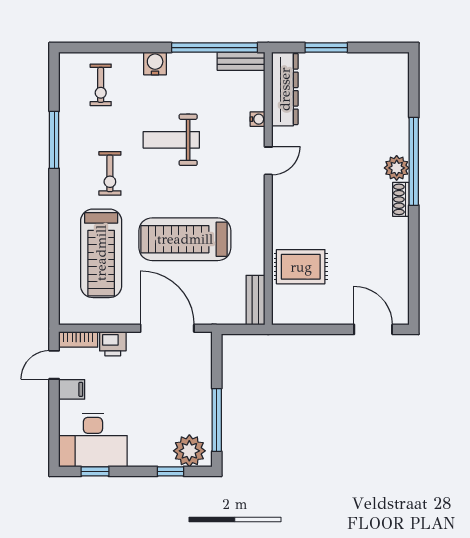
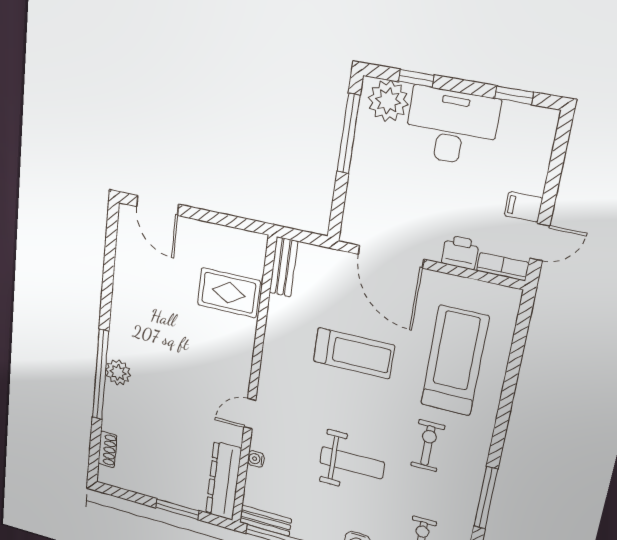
shoe rack: (401, 199) -> (107, 449), moved
treadmill: (185, 239) -> (354, 353), width x0.73, depth x0.73
desk: (93, 440) -> (451, 127), moved

